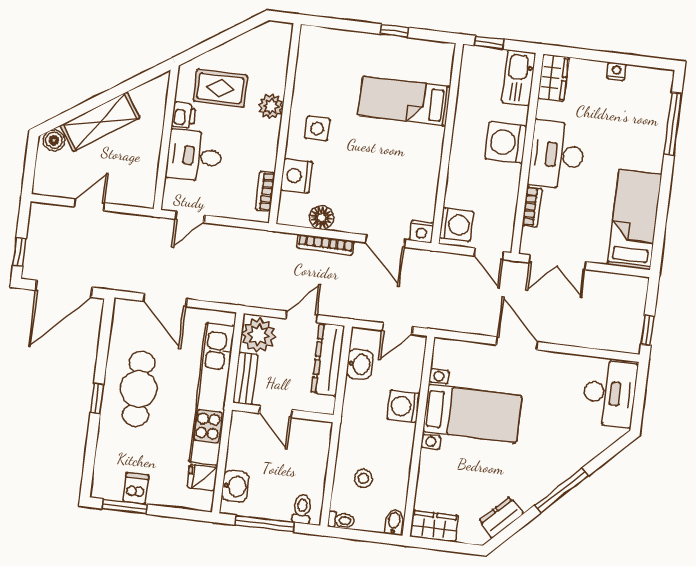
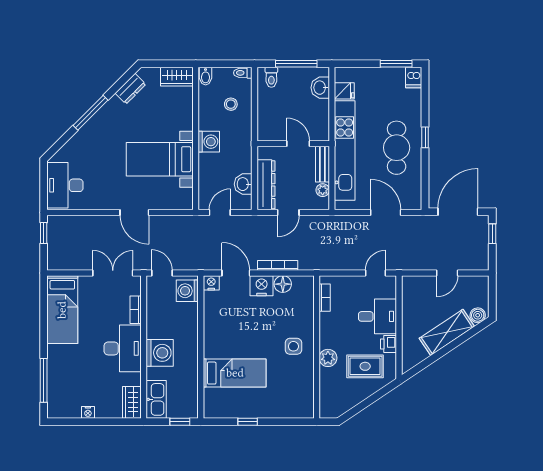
nightstand: (296, 176) -> (262, 286), moved, turned -90
plant: (258, 335) -> (323, 190), width x0.53, depth x0.53
washing machine: (403, 406) -> (209, 142), moved
dishwasher: (136, 488) -> (414, 78), moved

